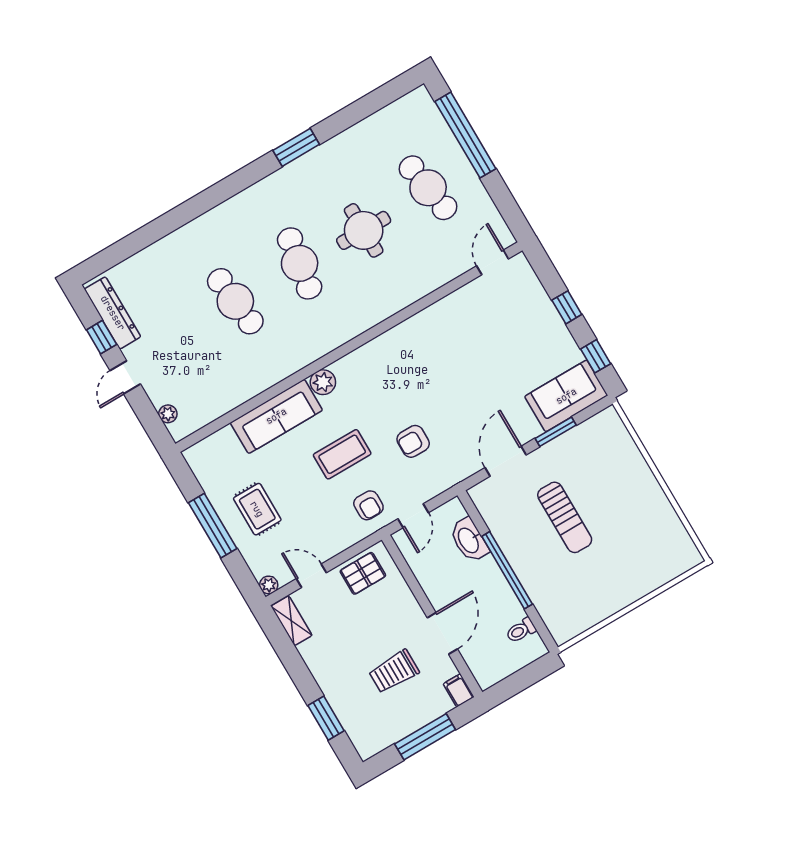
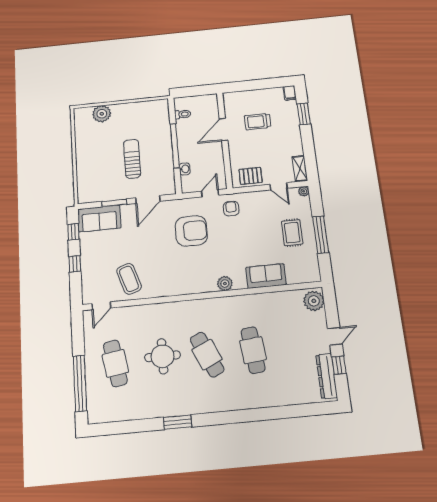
cafe table: (300, 263) -> (207, 355), turned -33
plant: (168, 414) -> (314, 301), width x1.87, depth x1.87
sofa: (276, 416) -> (266, 276), width x0.73
armchair: (413, 441) -> (191, 231), width x1.88, depth x1.88
coffee table: (342, 454) -> (129, 279), moved, turned 72
washbasin: (469, 540) -> (185, 169), width x0.52, depth x0.69
plant: (653, 572) -> (102, 114), added
trolley: (394, 672) -> (258, 122), turned 180
filing cabinet: (459, 690) -> (290, 93), moved
window: (425, 737) -> (257, 85), removed

